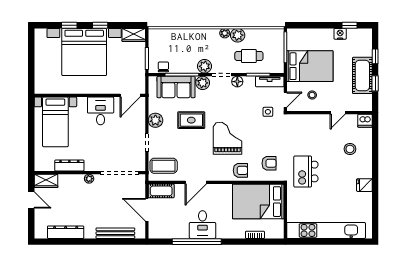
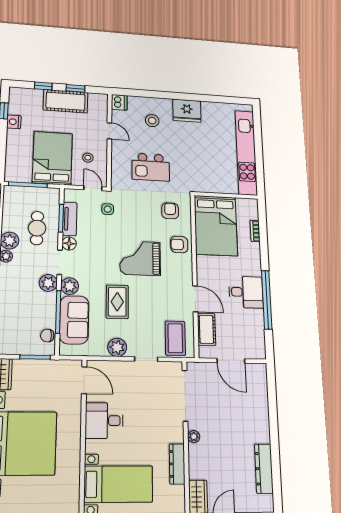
tv unit: (270, 81) -> (70, 219), moved
armchair: (240, 170) -> (179, 244), turned -90
kitchen island: (306, 171) -> (151, 167), moved
fridge: (364, 185) -> (187, 111), width x1.88, depth x1.34
cot: (161, 191) -> (206, 329), moved
door: (147, 210) -> (231, 361), hinge flipped
bench: (115, 233) -> (262, 402), removed

